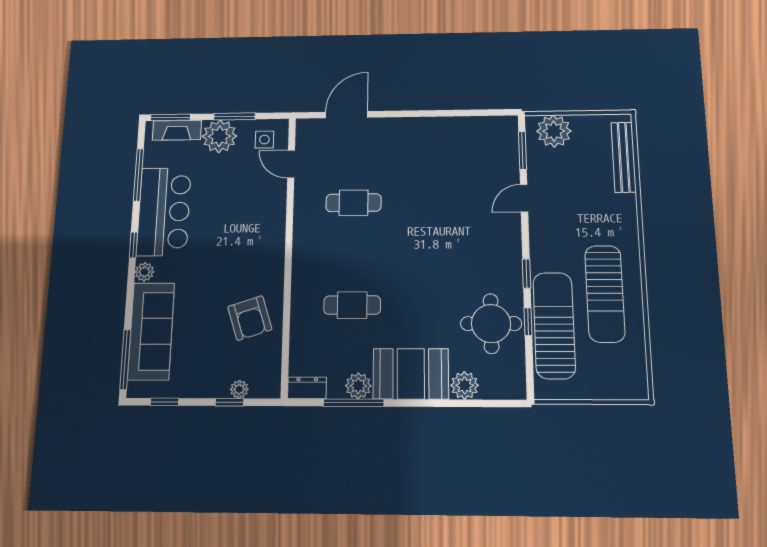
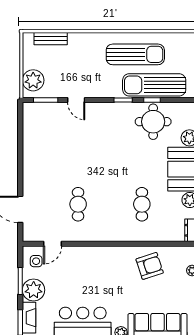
bench: (624, 157) -> (51, 39), width x0.73

